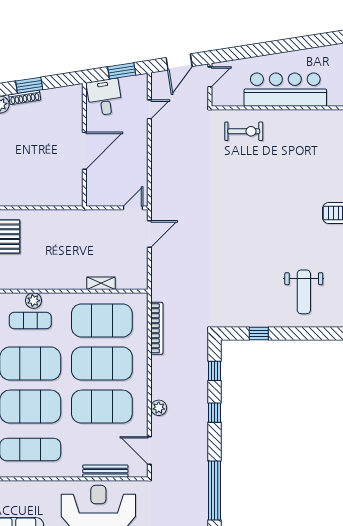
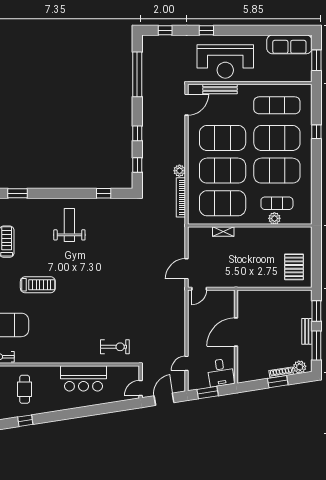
bar counter: (285, 90) -> (83, 378), width x0.73
exercise bike: (244, 131) -> (115, 347), turned 180
plant: (159, 408) -> (179, 171), moved
door: (149, 451) -> (187, 105), hinge flipped

